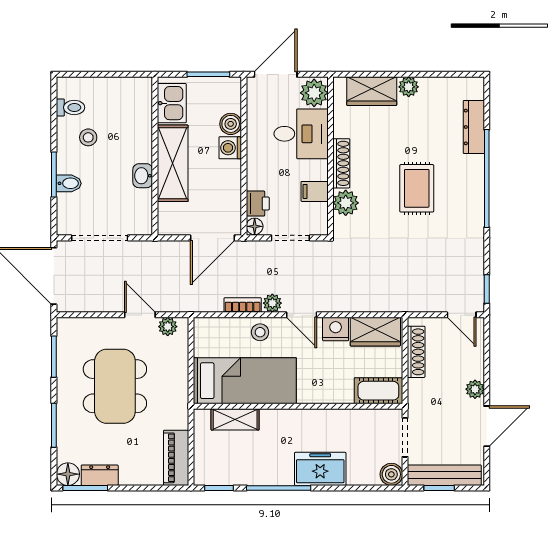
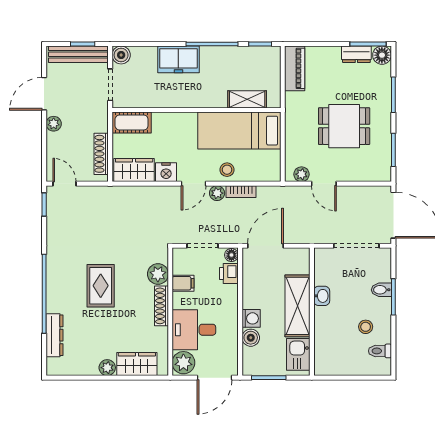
door: (302, 315) -> (194, 184), swing flipped
dining table: (115, 386) -> (344, 126), width x0.73

